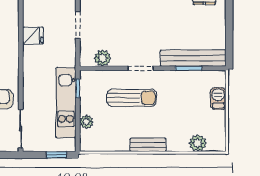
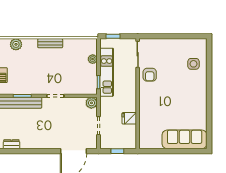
plant: (102, 58) -> (91, 103), moved
sun lounger: (132, 98) -> (61, 76), removed

